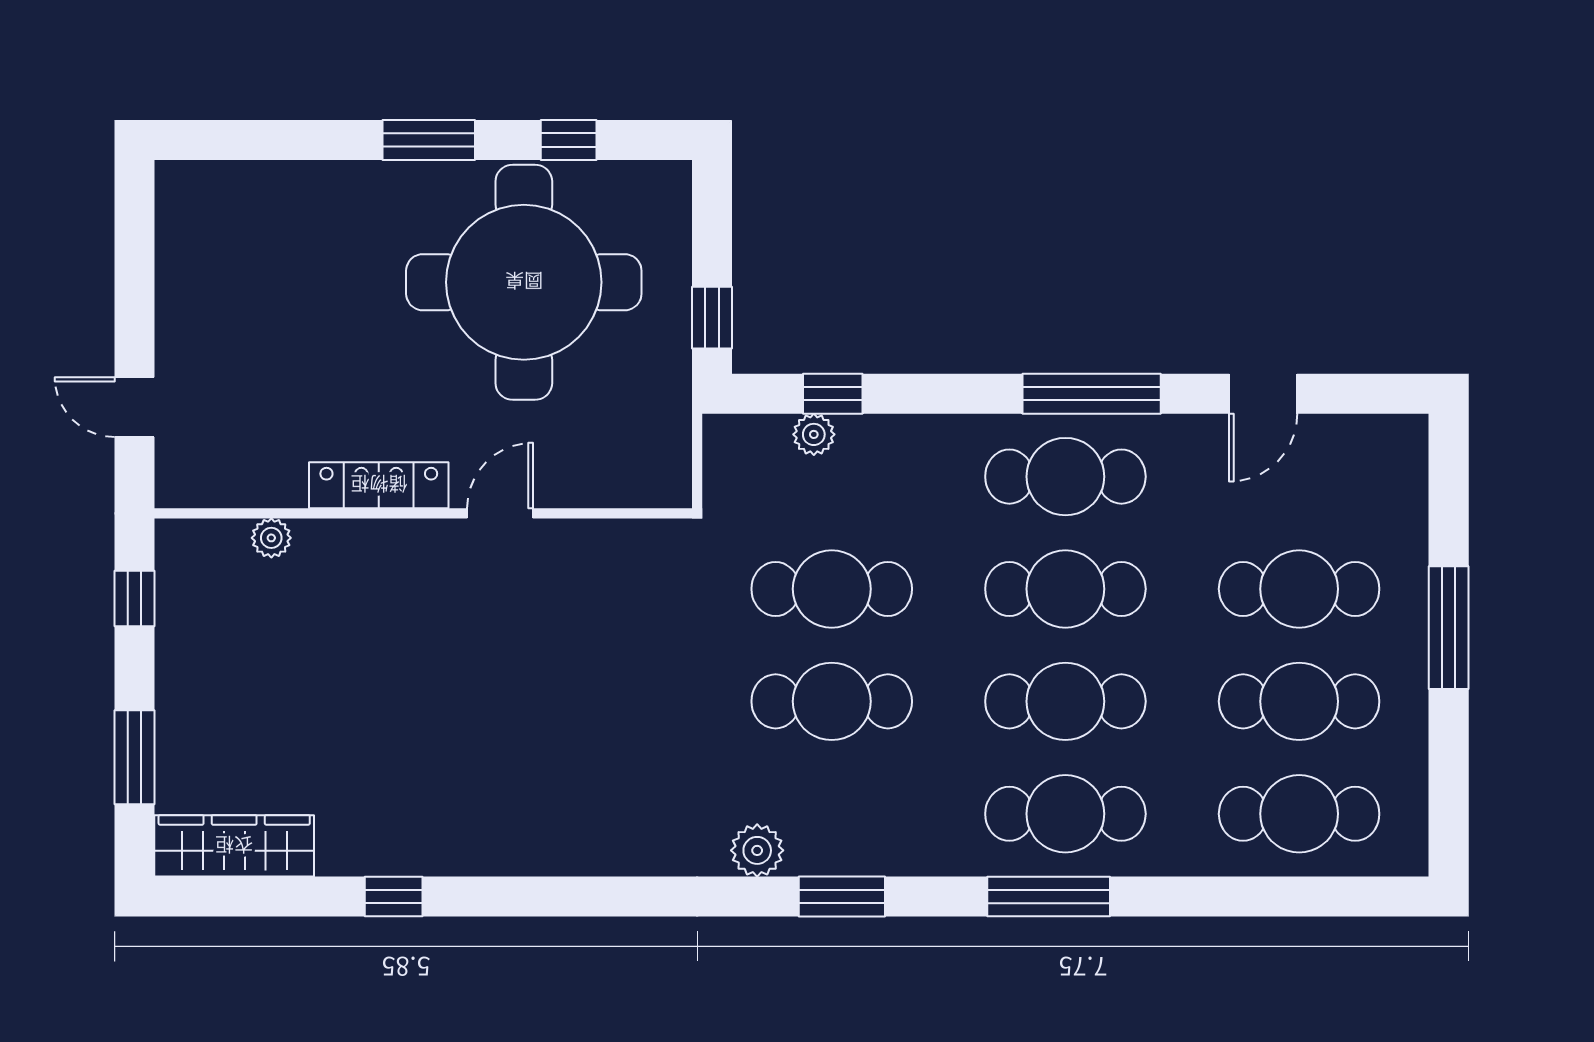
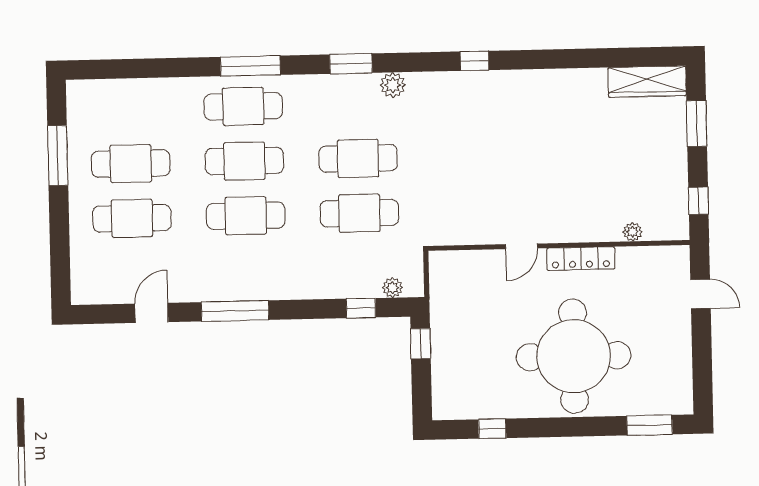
window: (429, 140) -> (650, 425), moved
round table: (524, 282) -> (574, 356), moved
plant: (814, 434) -> (393, 288), moved
cafe table: (1065, 477) -> (247, 270), removed
window: (1449, 628) -> (58, 156), moved
cafe table: (1299, 814) -> (129, 109), removed
window: (394, 897) -> (475, 61), moved

